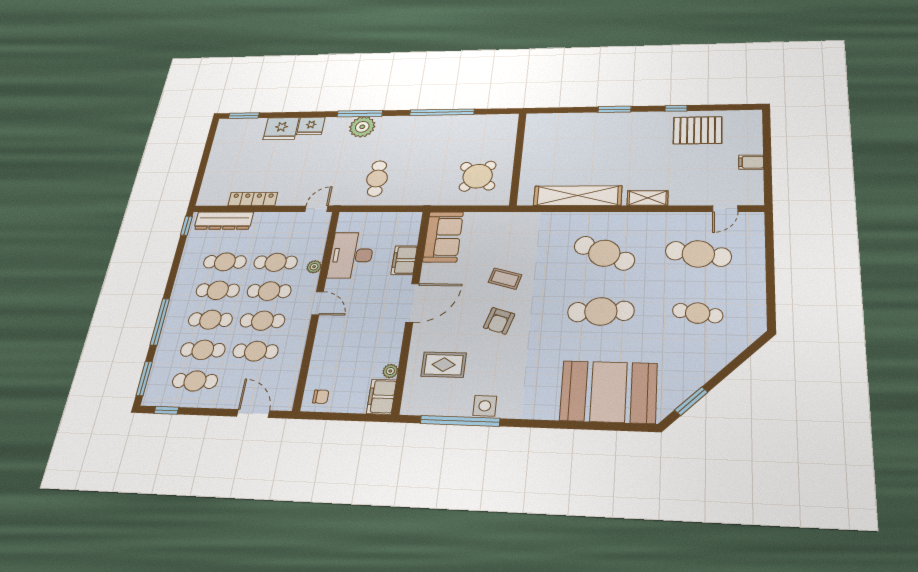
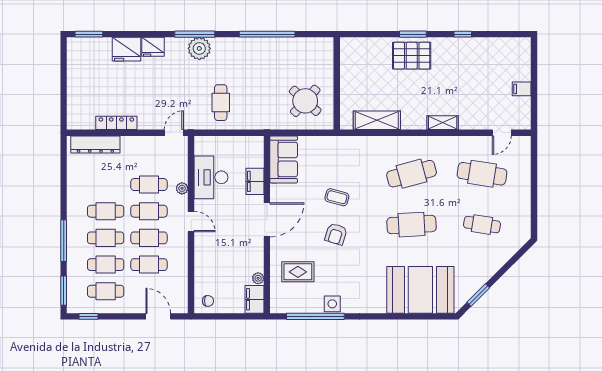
pallet: (698, 130) -> (412, 56), moved
shelving: (578, 196) -> (377, 120), width x0.68
window: (186, 226) -> (64, 150), removed
cafe table: (604, 253) -> (412, 174), turned -39
cafe table: (225, 262) -> (106, 185), removed

